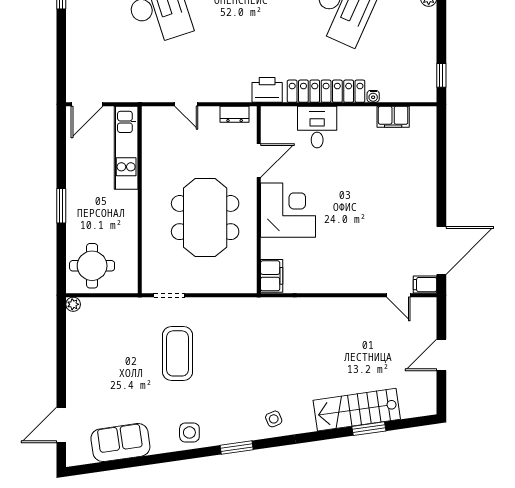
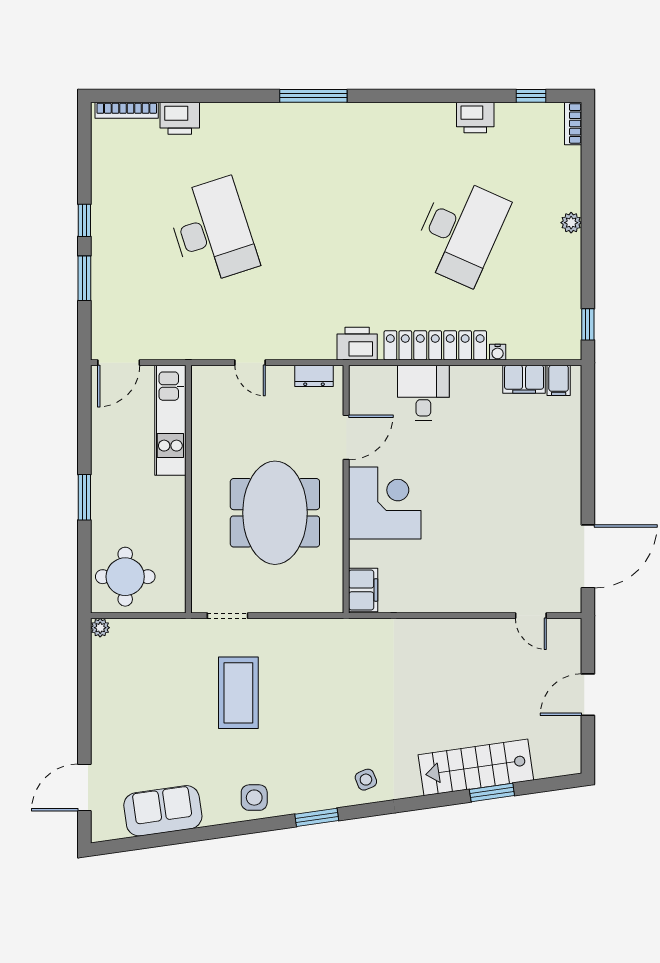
window: (61, 41) -> (84, 278), added
filing cabinet: (425, 285) -> (559, 380), moved, turned -90

